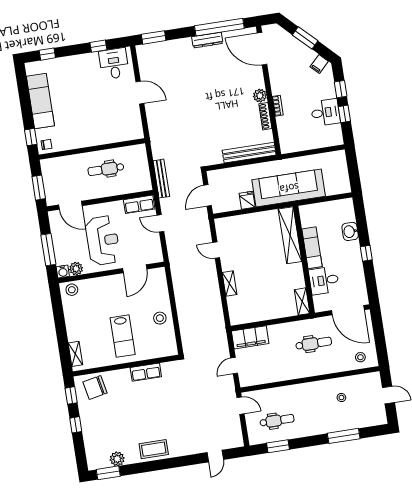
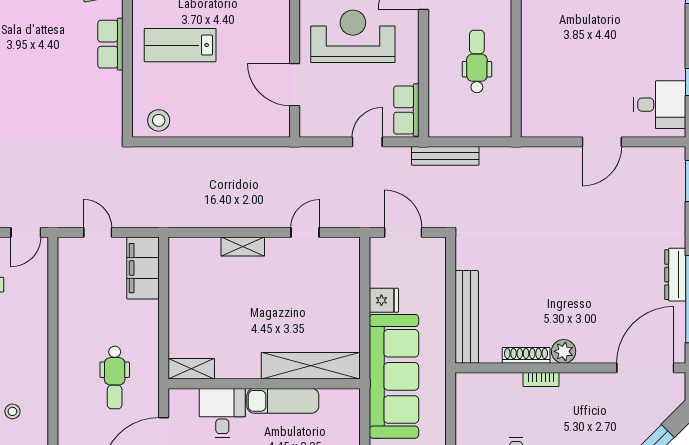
reception desk: (103, 241) -> (353, 36), turned 180
stool: (160, 318) -> (159, 120), moved
row of seats: (146, 372) -> (110, 44), moved

